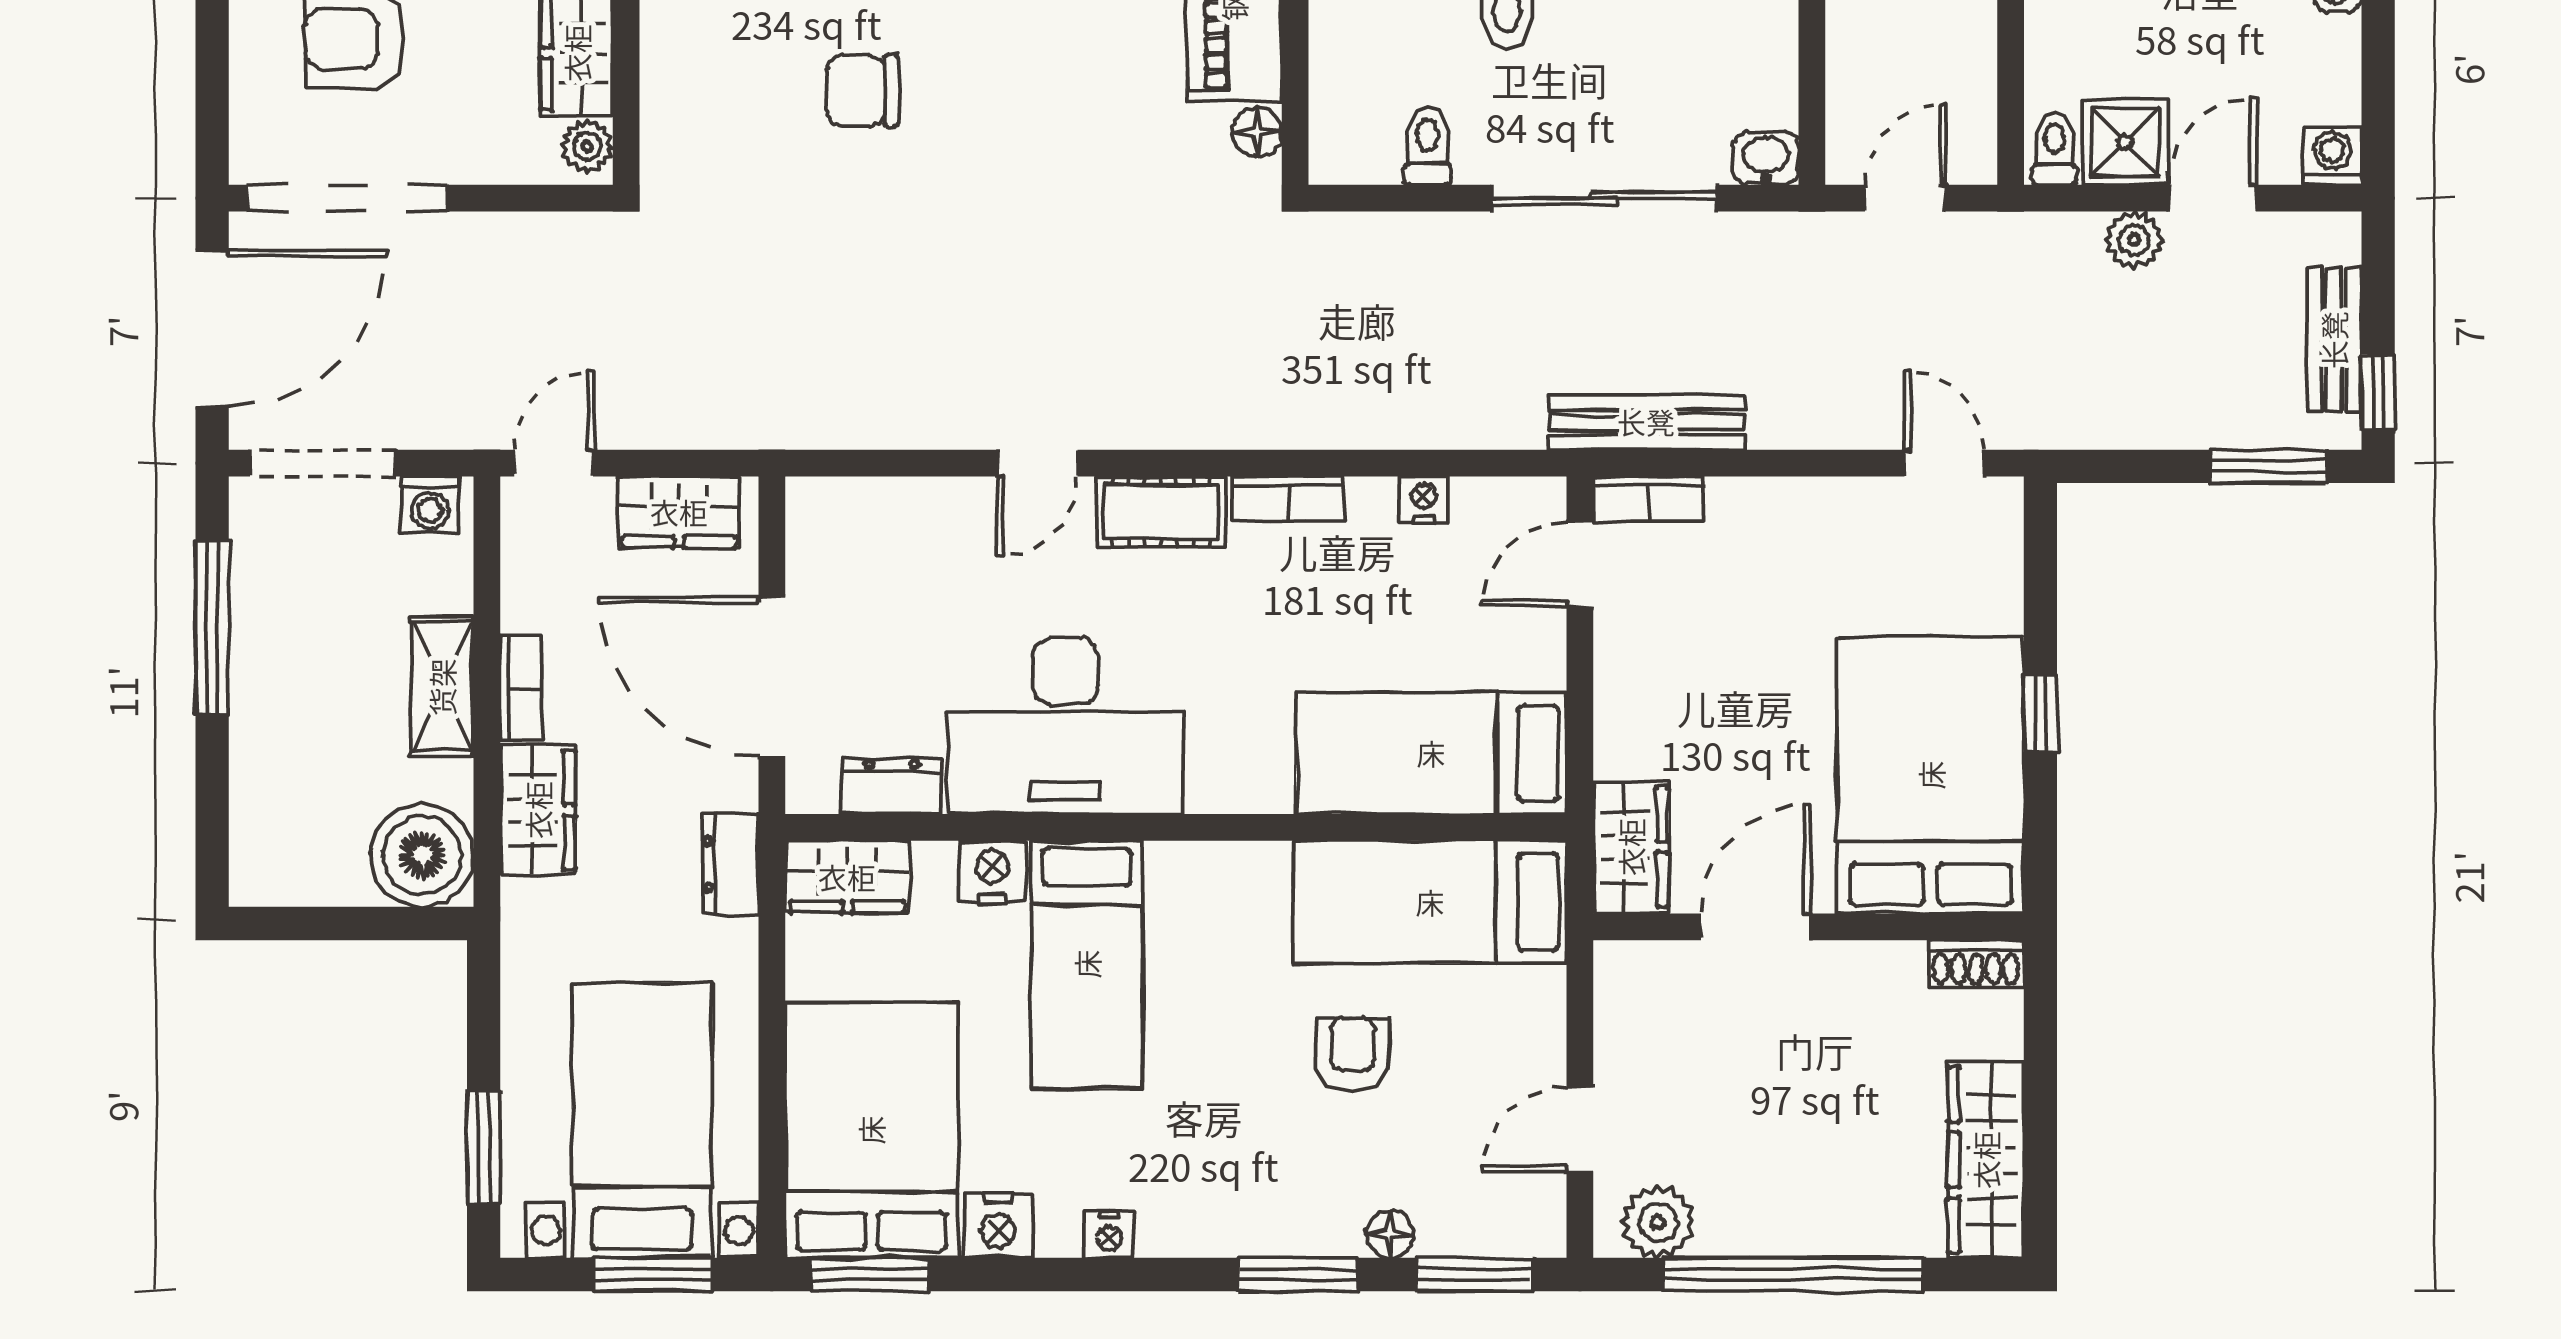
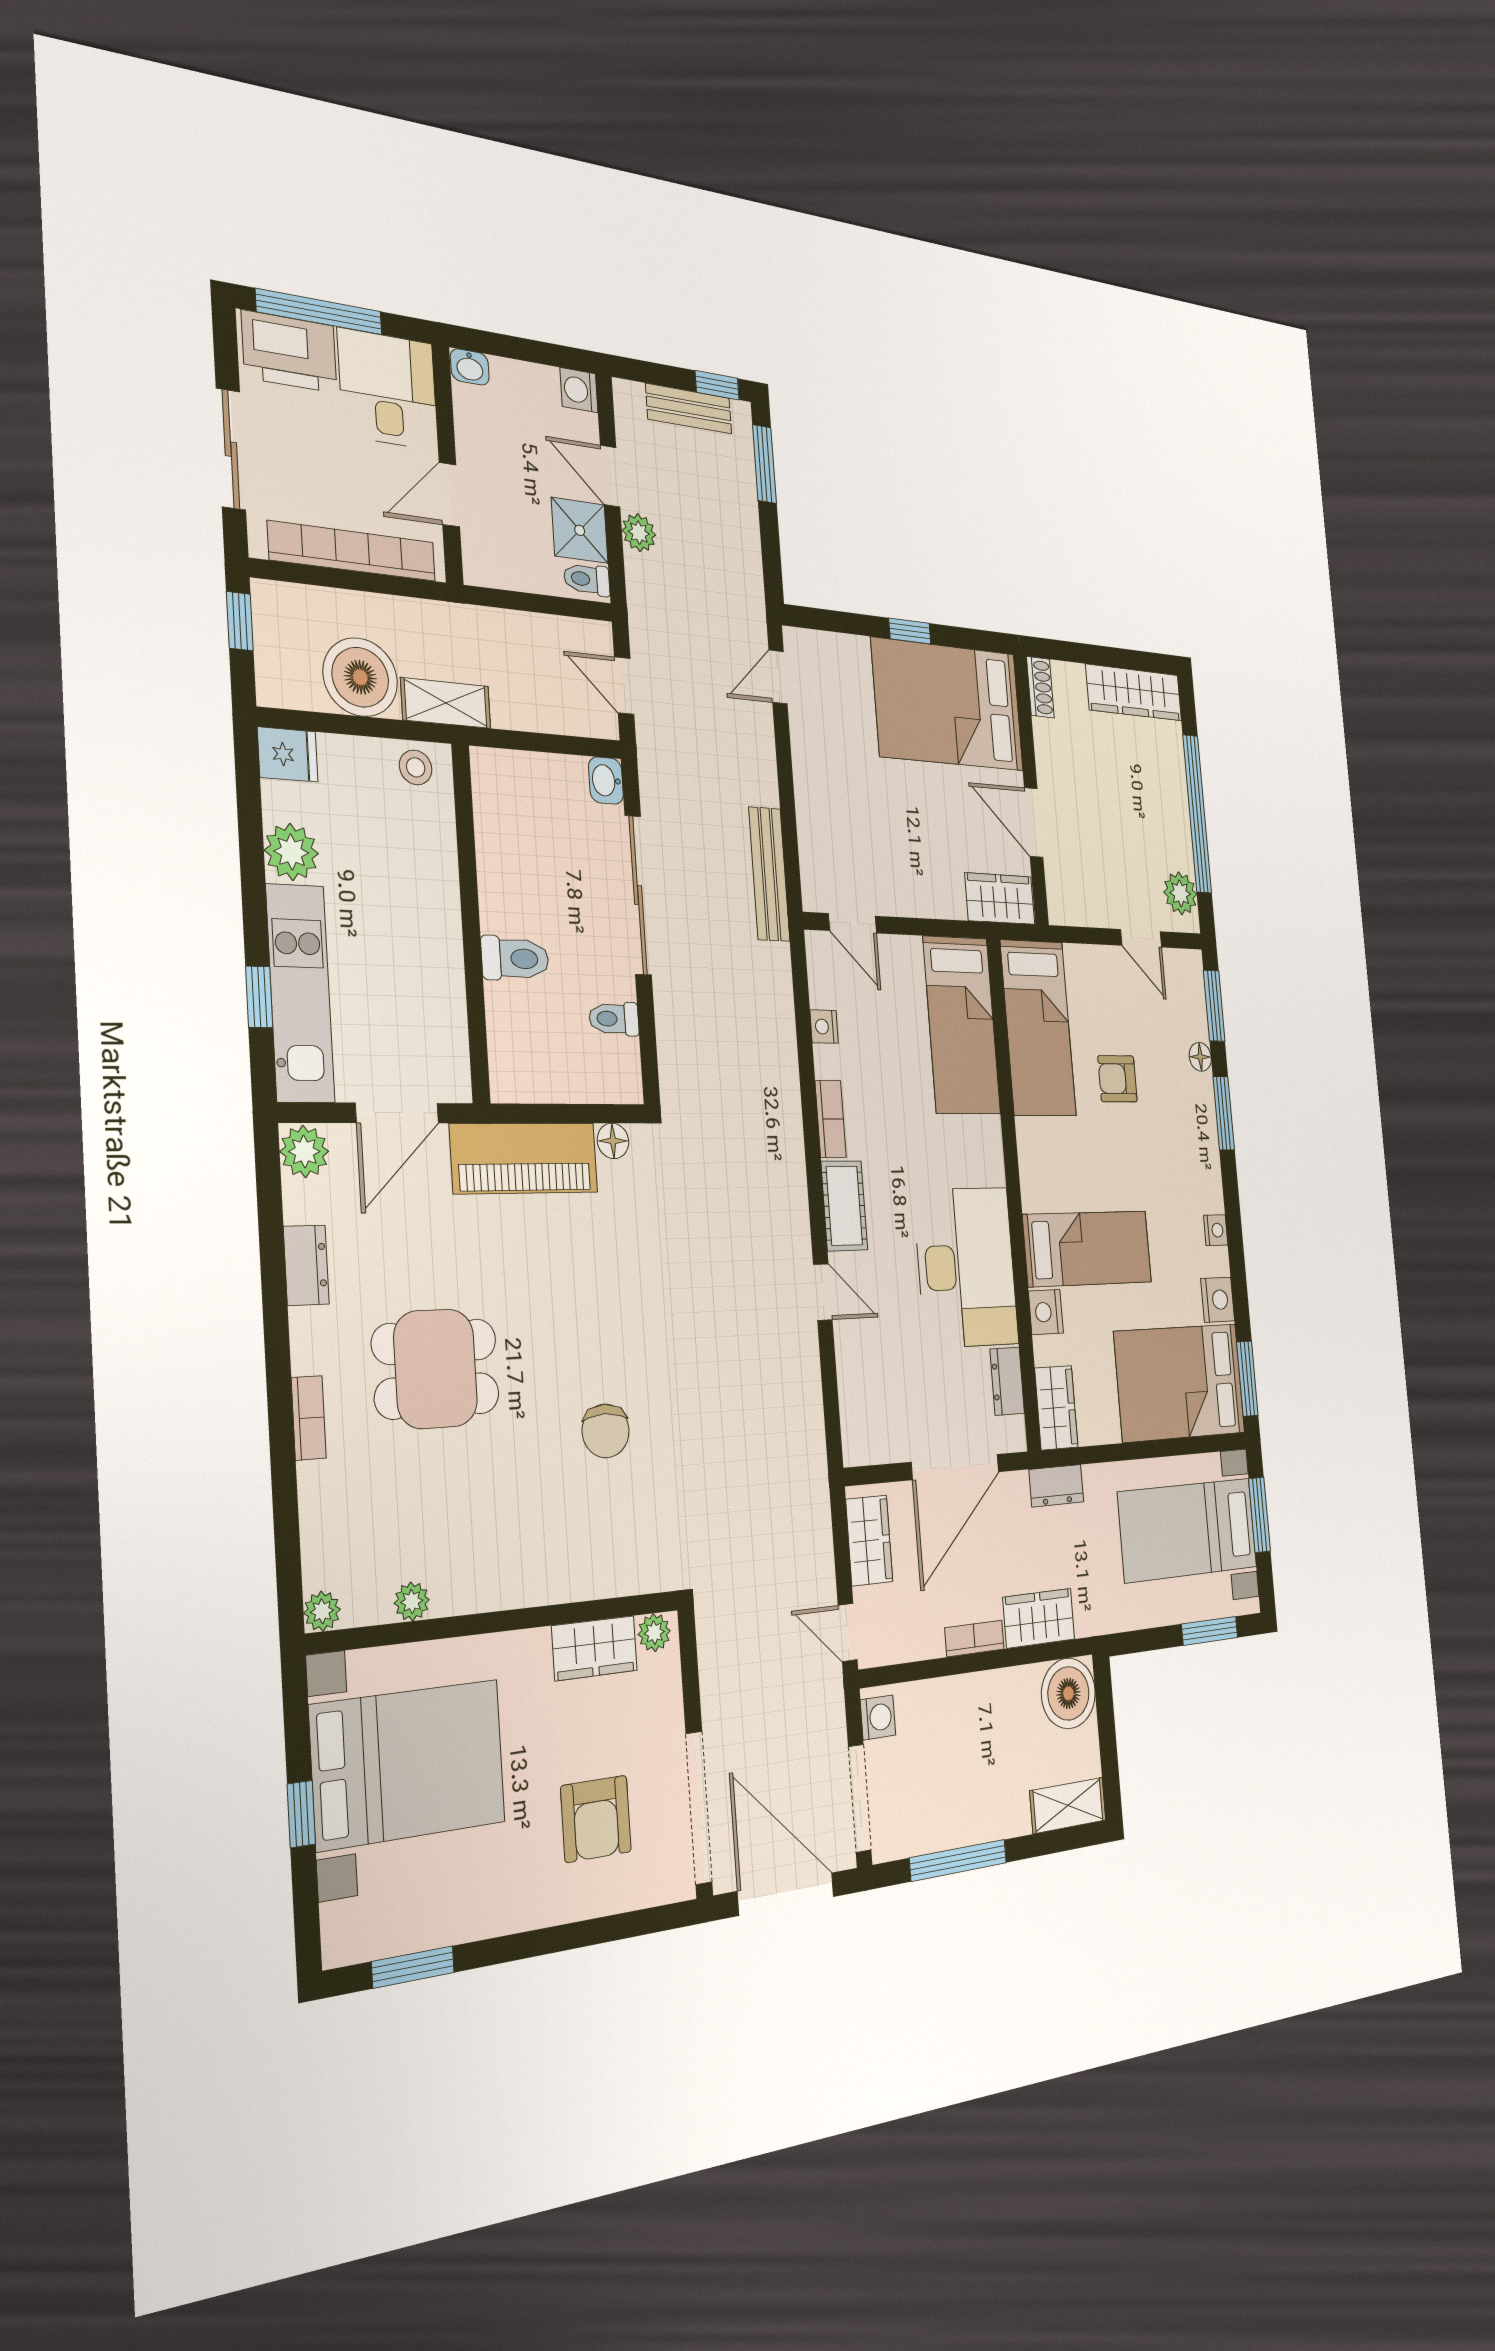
bookcase: (1649, 499) -> (813, 875), removed
shelving: (442, 687) -> (1068, 1805), moved

